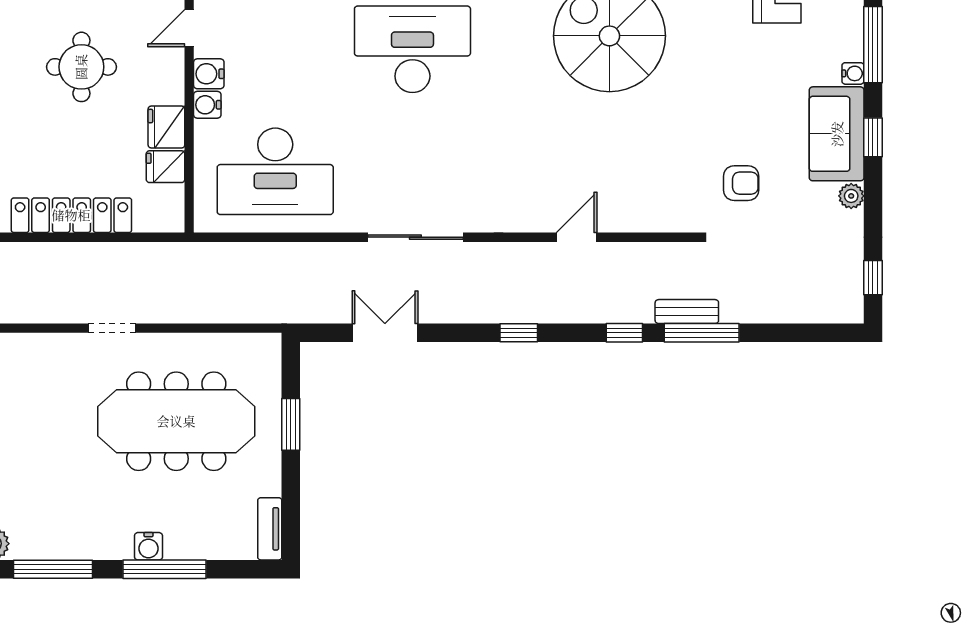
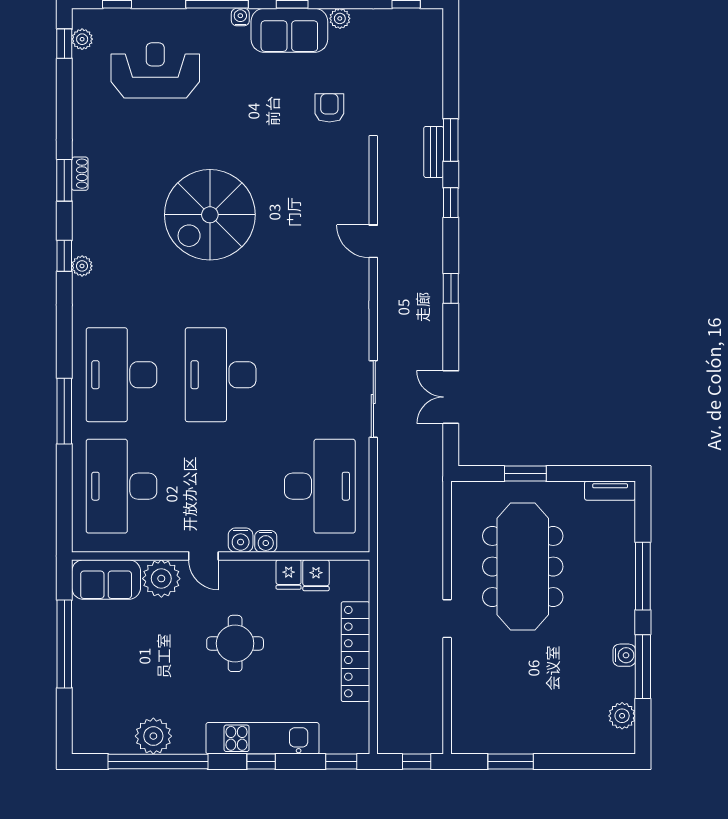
fridge: (166, 127) -> (289, 574), width x0.72
sliding door: (415, 237) -> (373, 399), moved
window: (702, 333) -> (451, 140), width x0.69
water cooler: (148, 546) -> (624, 655), moved

